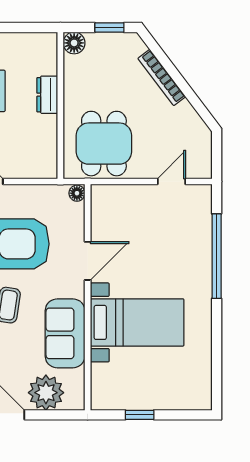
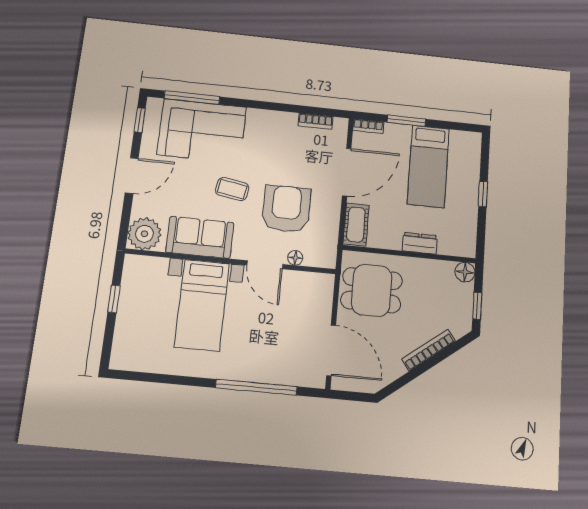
cot: (34, 166) -> (356, 225), added
door: (172, 181) -> (331, 350), width x1.87
floor lamp: (77, 193) -> (295, 258), moved
plant: (46, 393) -> (144, 234), moved

